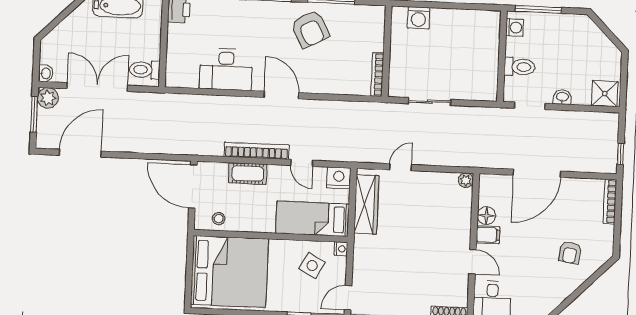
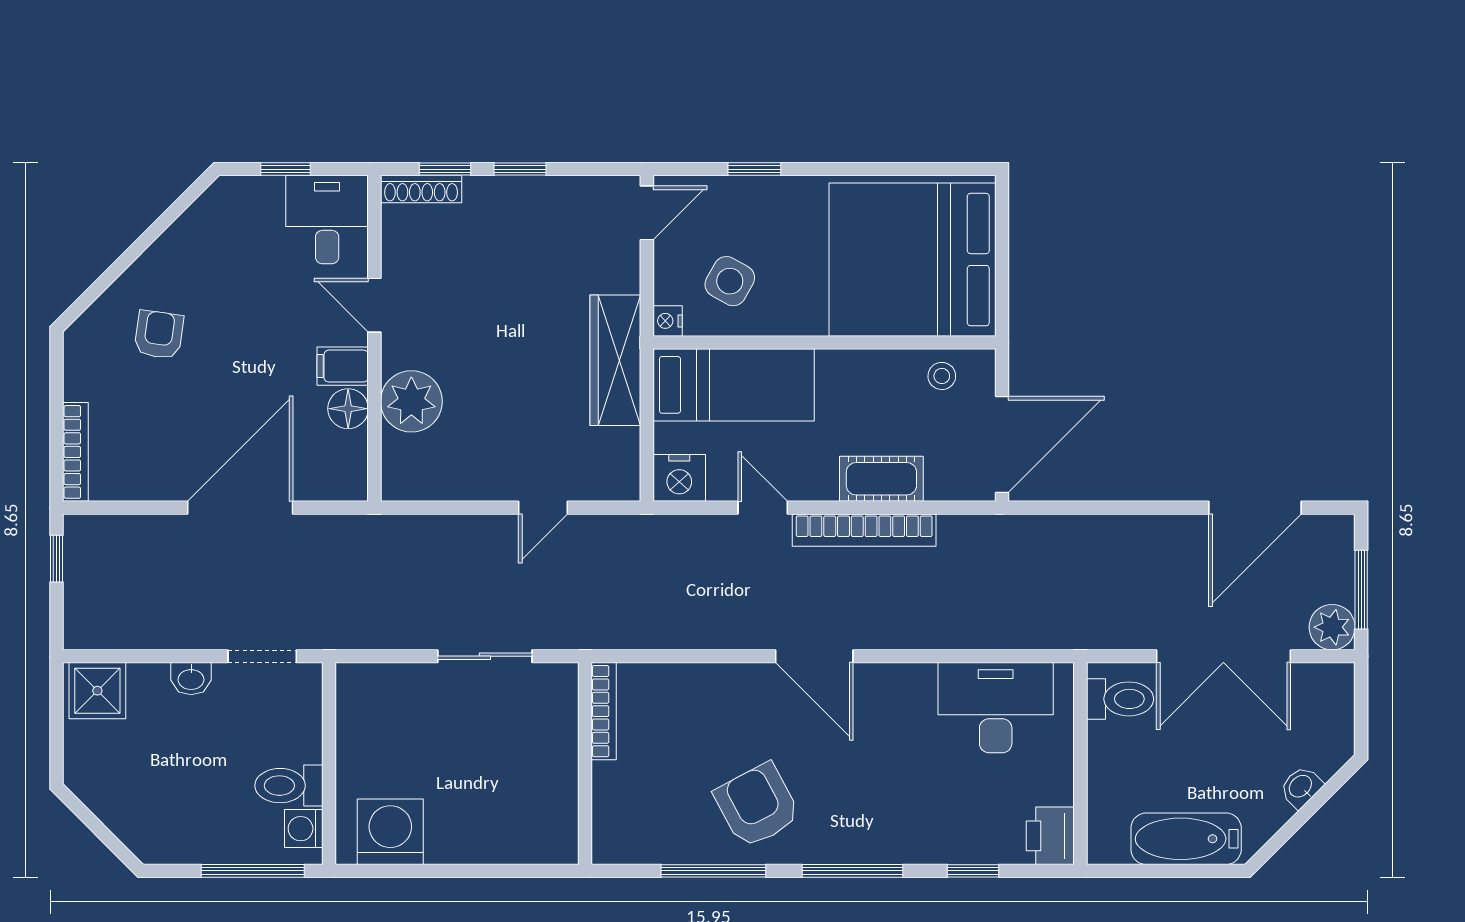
washing machine: (418, 18) -> (390, 832), moved, width x1.37, depth x1.37
toilet: (520, 67) -> (289, 786), moved
desk: (226, 69) -> (996, 708), moved
washbasin: (46, 73) -> (1301, 787), moved, turned 45
plant: (466, 180) -> (411, 401), moved, width x1.88, depth x1.88
door: (193, 187) -> (1002, 445), hinge flipped
wardrobe: (366, 204) -> (615, 360), moved

